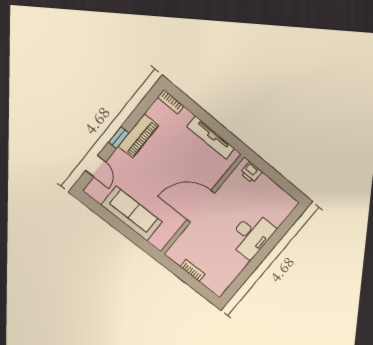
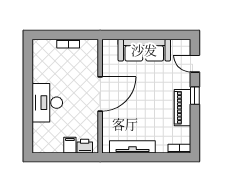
filing cabinet: (263, 184) -> (70, 145), added

